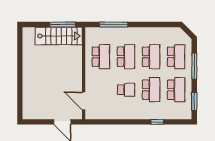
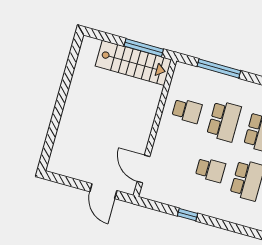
school desk: (101, 57) -> (187, 111), width x0.54
window: (157, 122) -> (188, 215), moved

